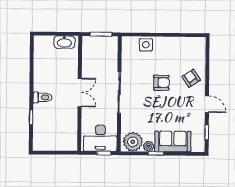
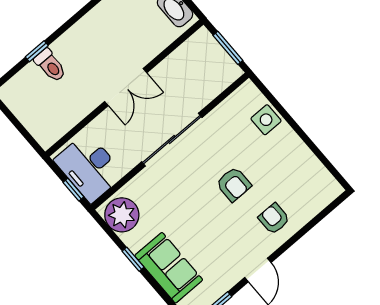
armchair: (191, 78) -> (274, 219), turned -57
toilet: (42, 97) -> (50, 65), moved
plant: (149, 146) -> (134, 241), removed

